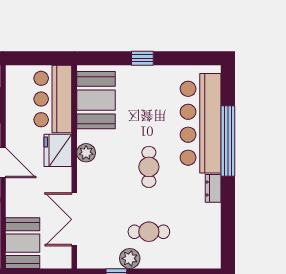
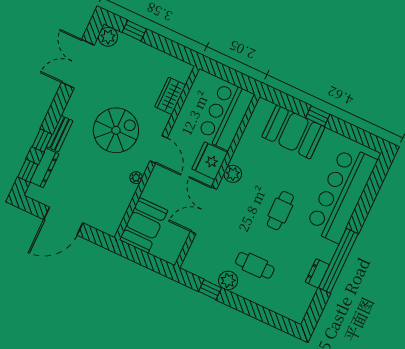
booth: (96, 100) -> (293, 132), moved, turned 90
window: (228, 141) -> (338, 261), moved
dresser: (213, 188) -> (317, 273), moved
double door: (74, 219) -> (204, 210), moved

